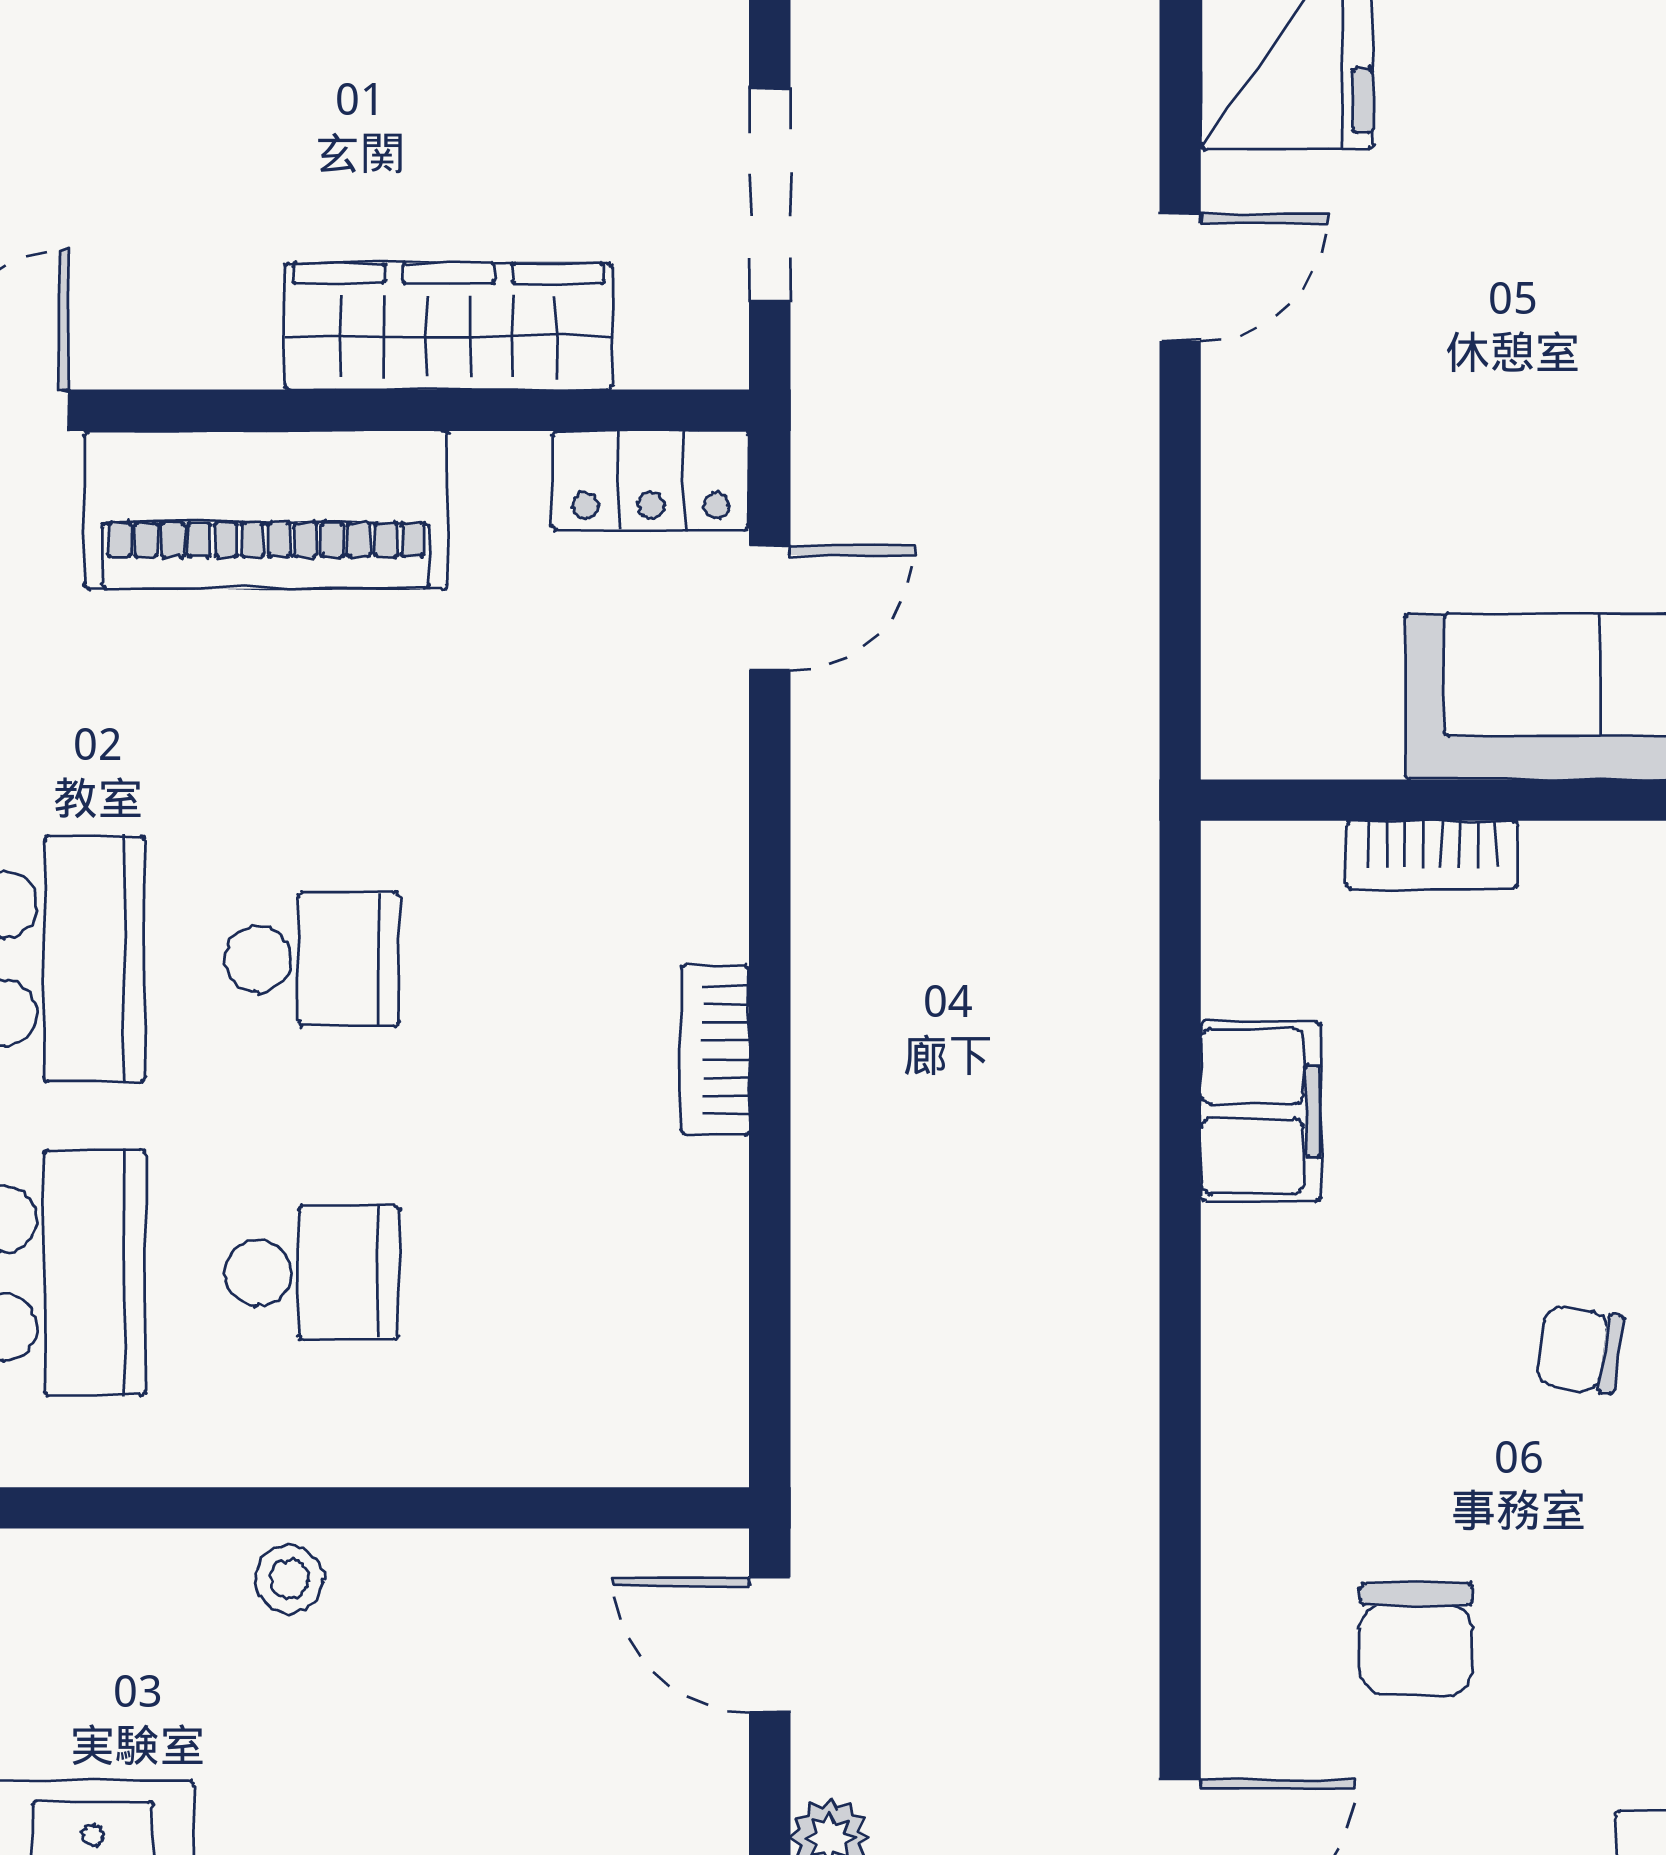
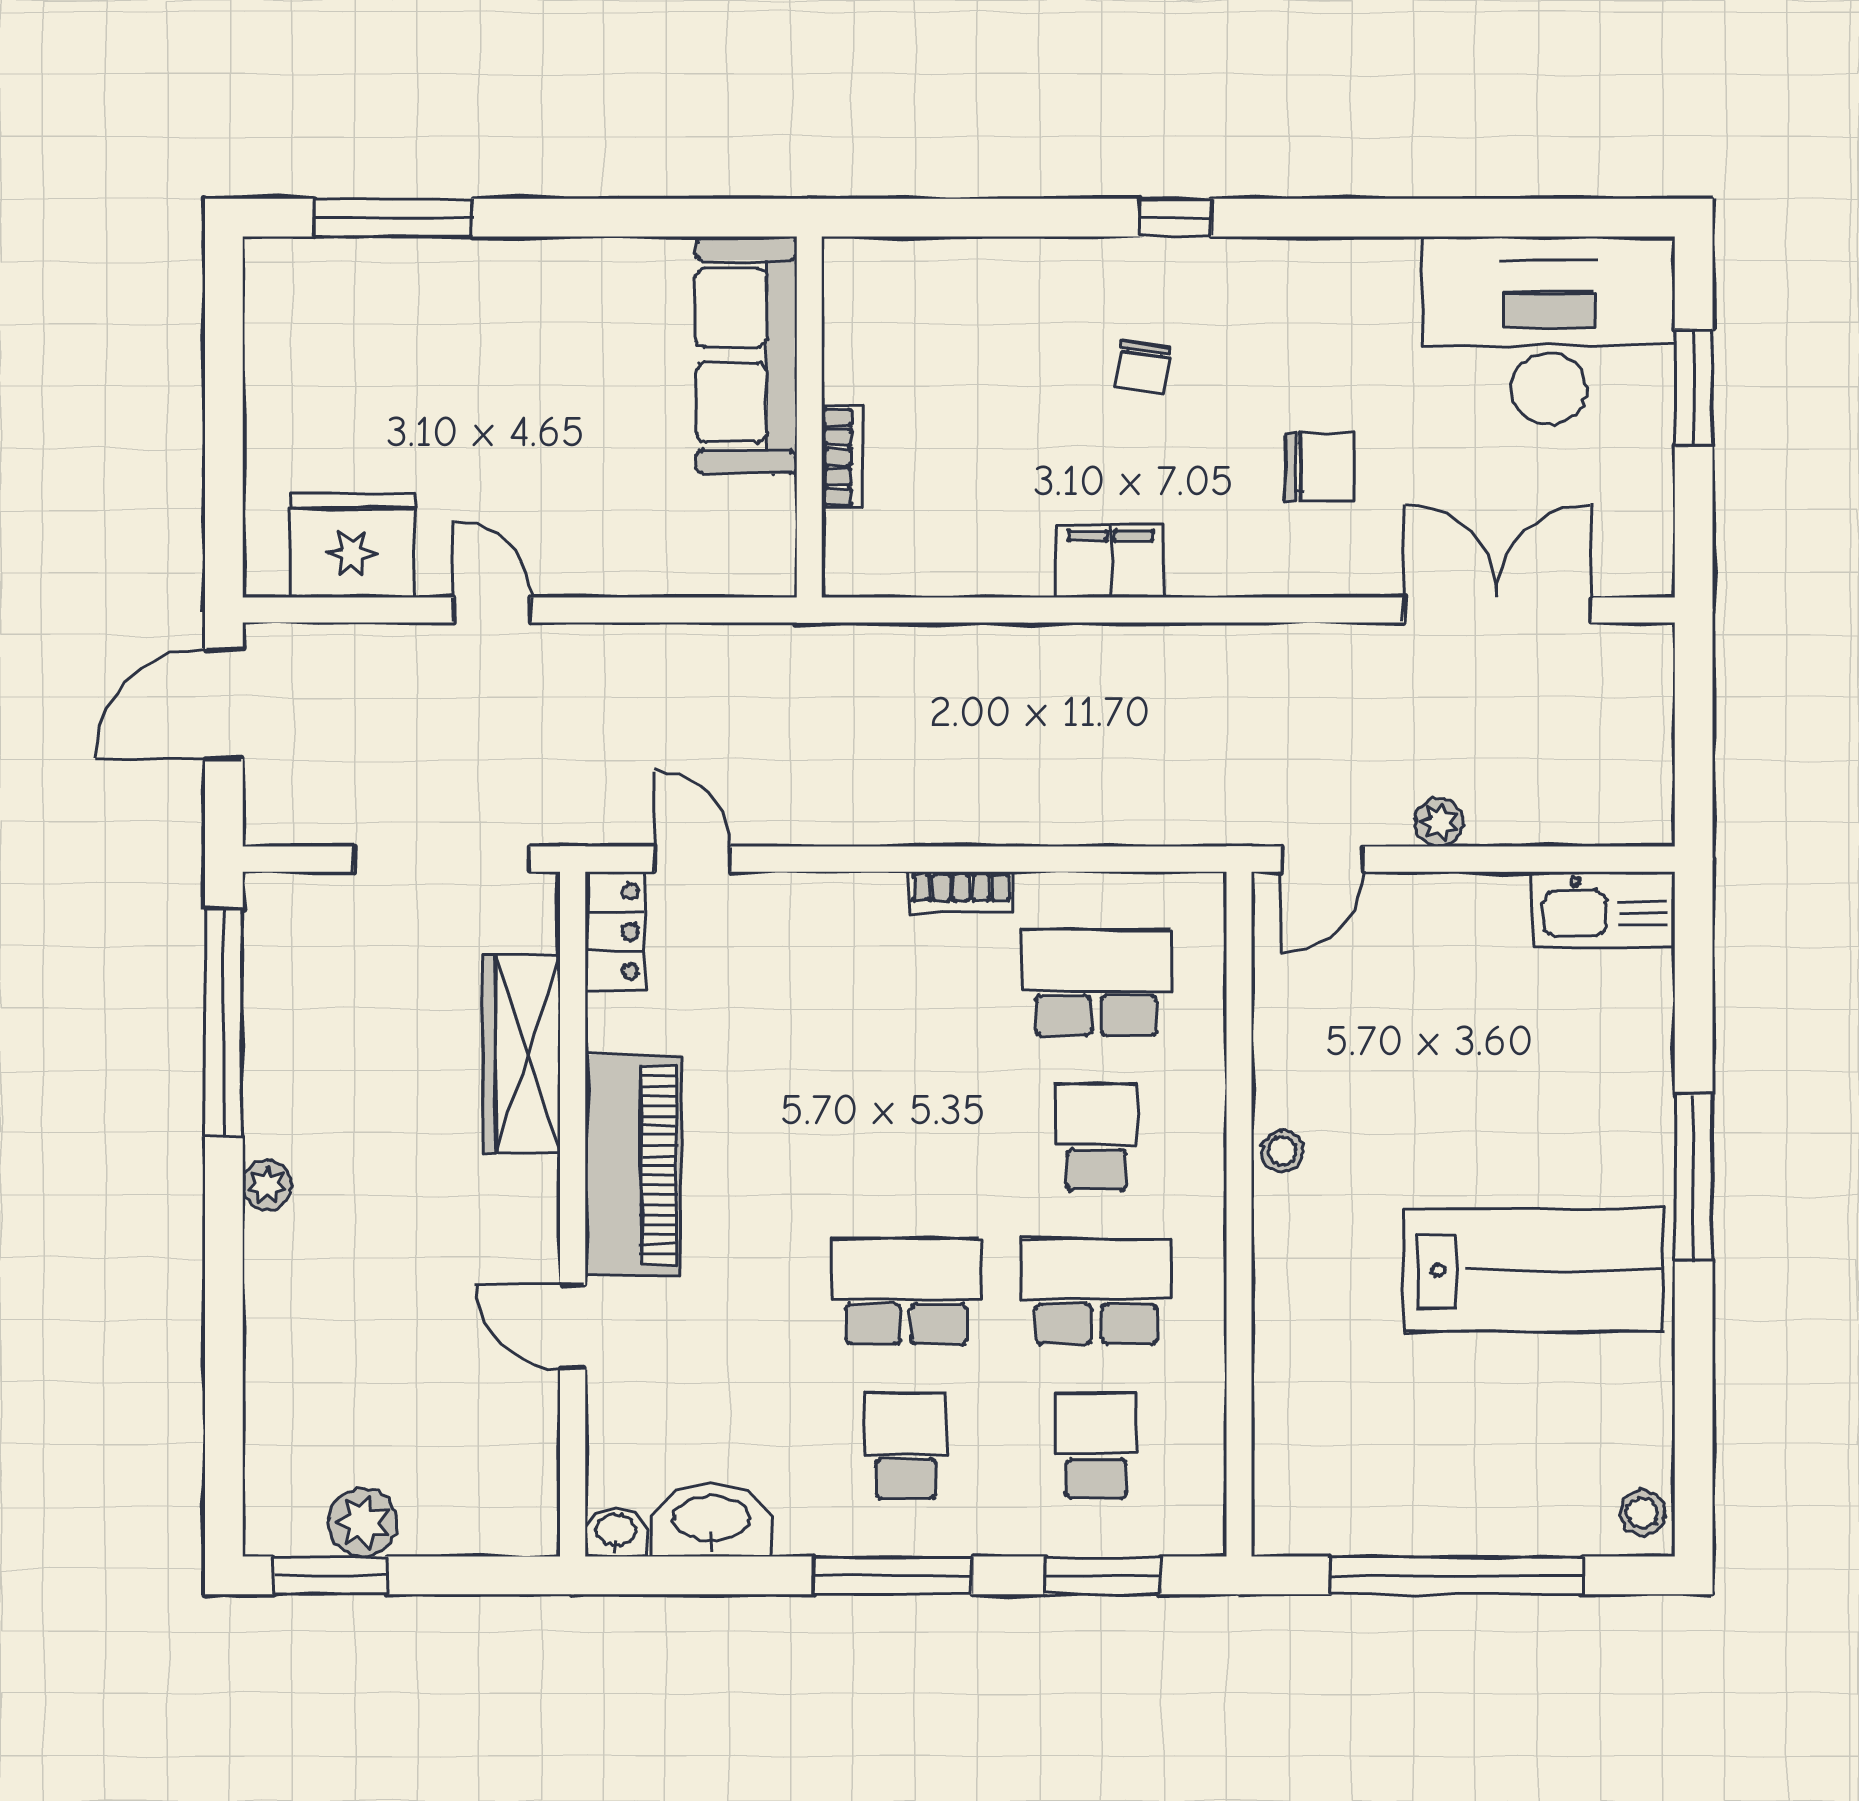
doorway: (770, 195) -> (442, 859), width x1.36
school desk: (312, 959) -> (1096, 983), moved, width x1.85
filing cabinet: (1260, 1111) -> (1110, 561), moved

